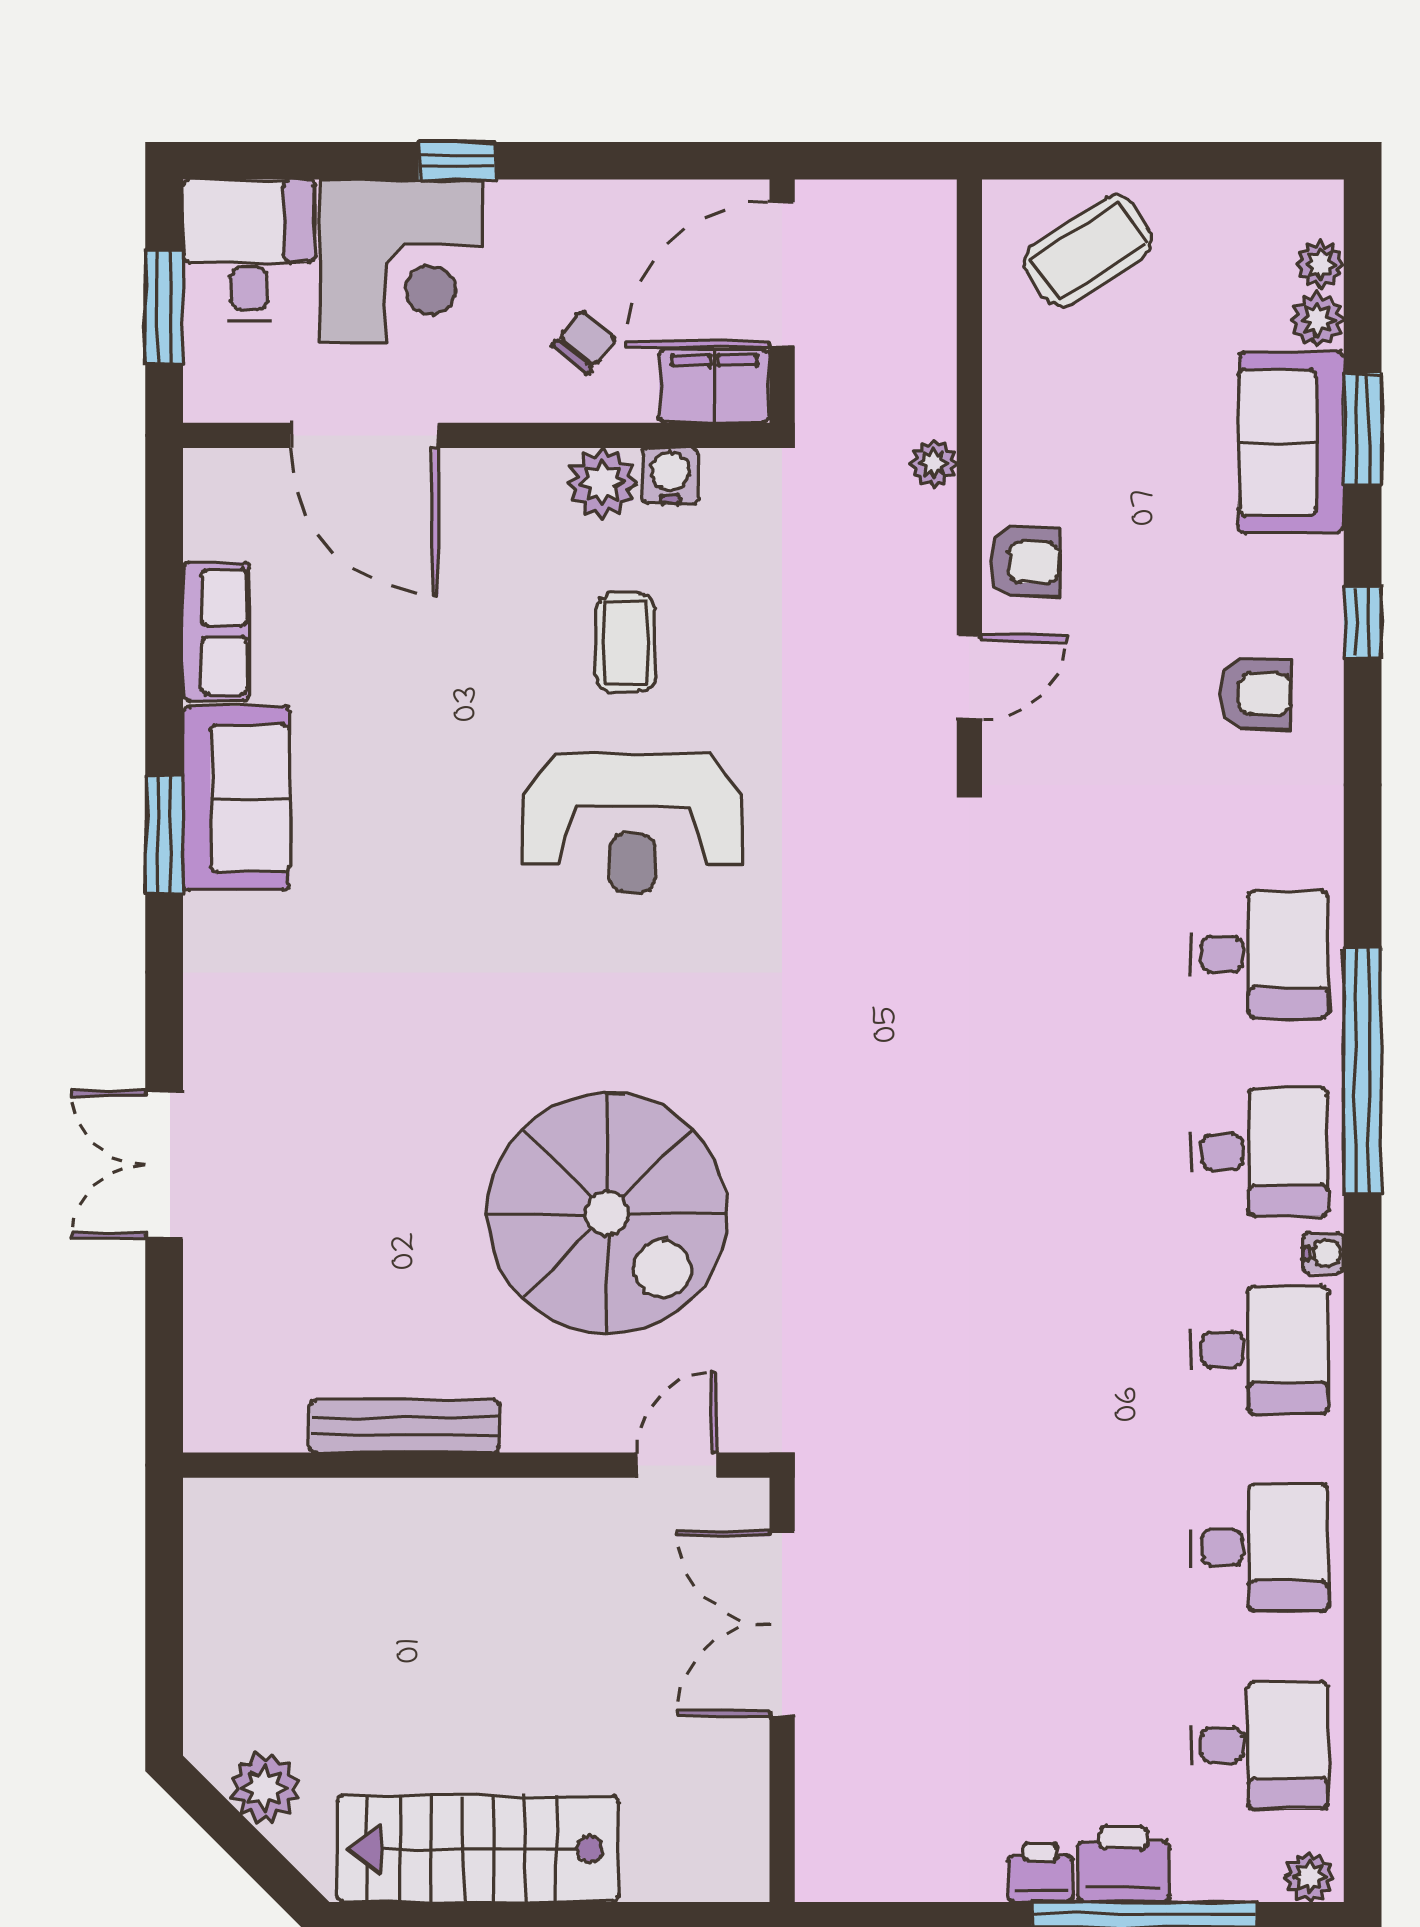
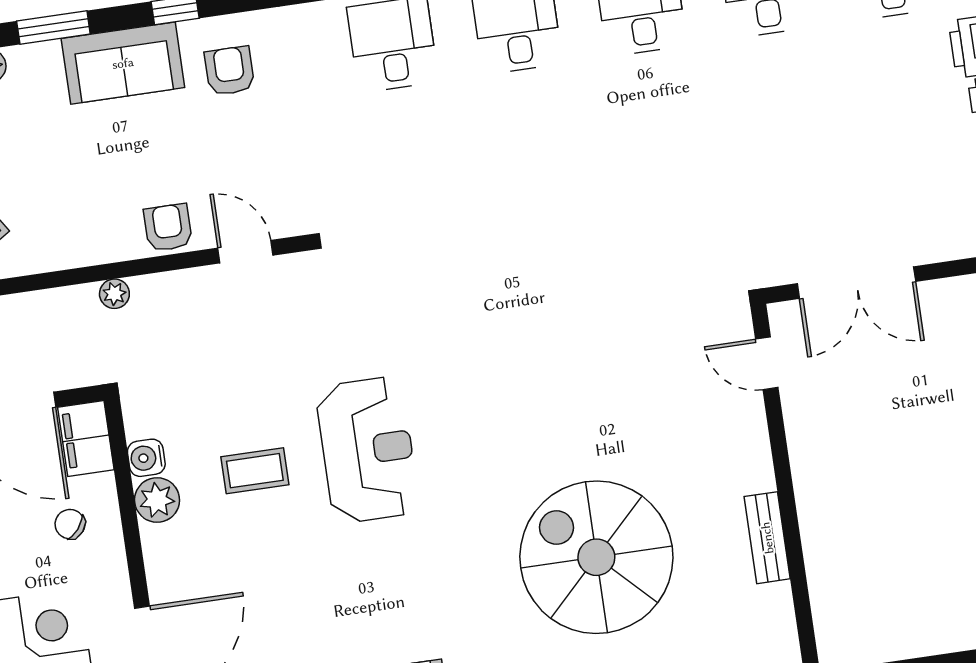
sofa: (1291, 442) -> (123, 63), moved
spiral stairs: (607, 1213) -> (596, 557), moved, turned -90
bench: (405, 1426) -> (767, 538), width x0.73

